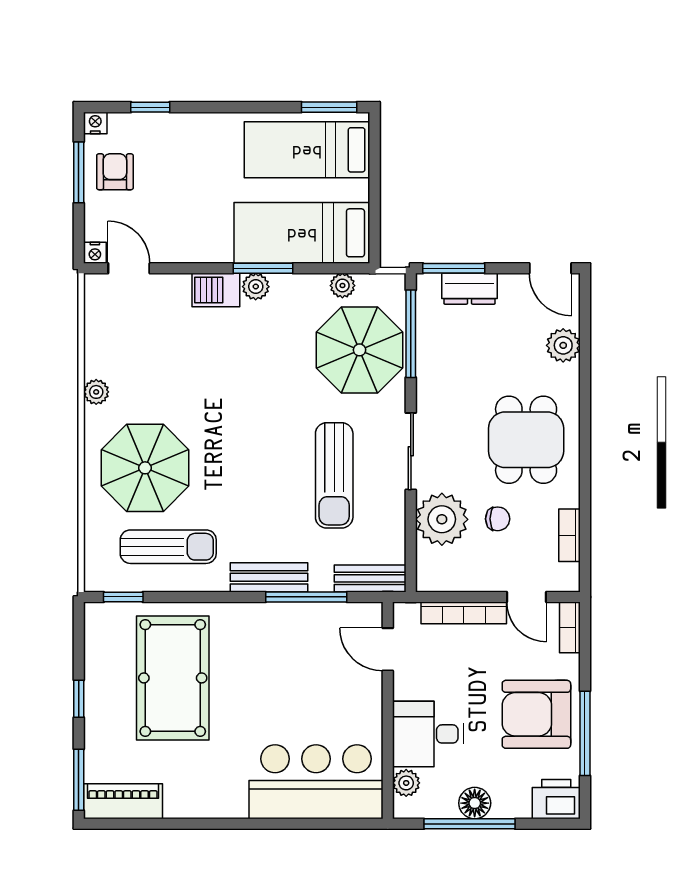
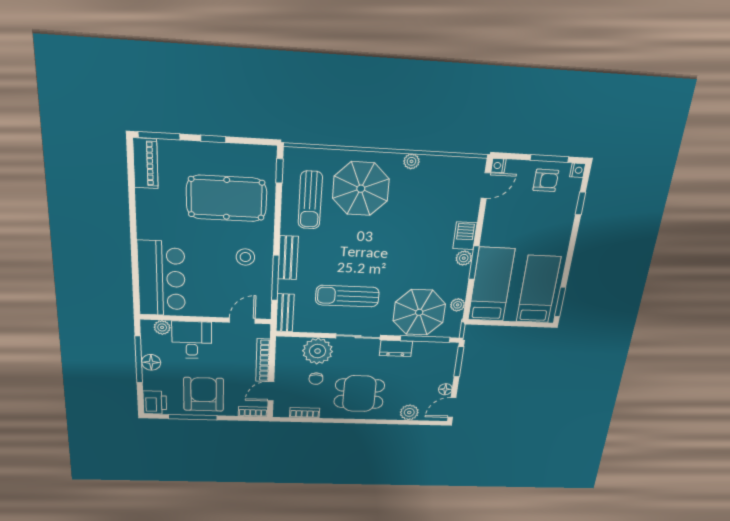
floor lamp: (512, 285) -> (445, 389), added
dresser: (470, 289) -> (396, 348), moved, turned -90
stool: (271, 647) -> (245, 257), added

